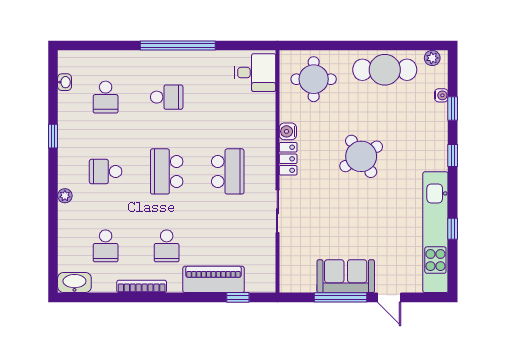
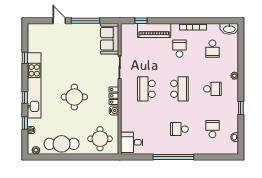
round table: (361, 156) -> (74, 97), turned 32
kitchen unit: (435, 232) -> (34, 85), moved
school desk: (106, 246) -> (212, 49), turned 180
sofa: (346, 276) -> (110, 39), moved, turned 90

